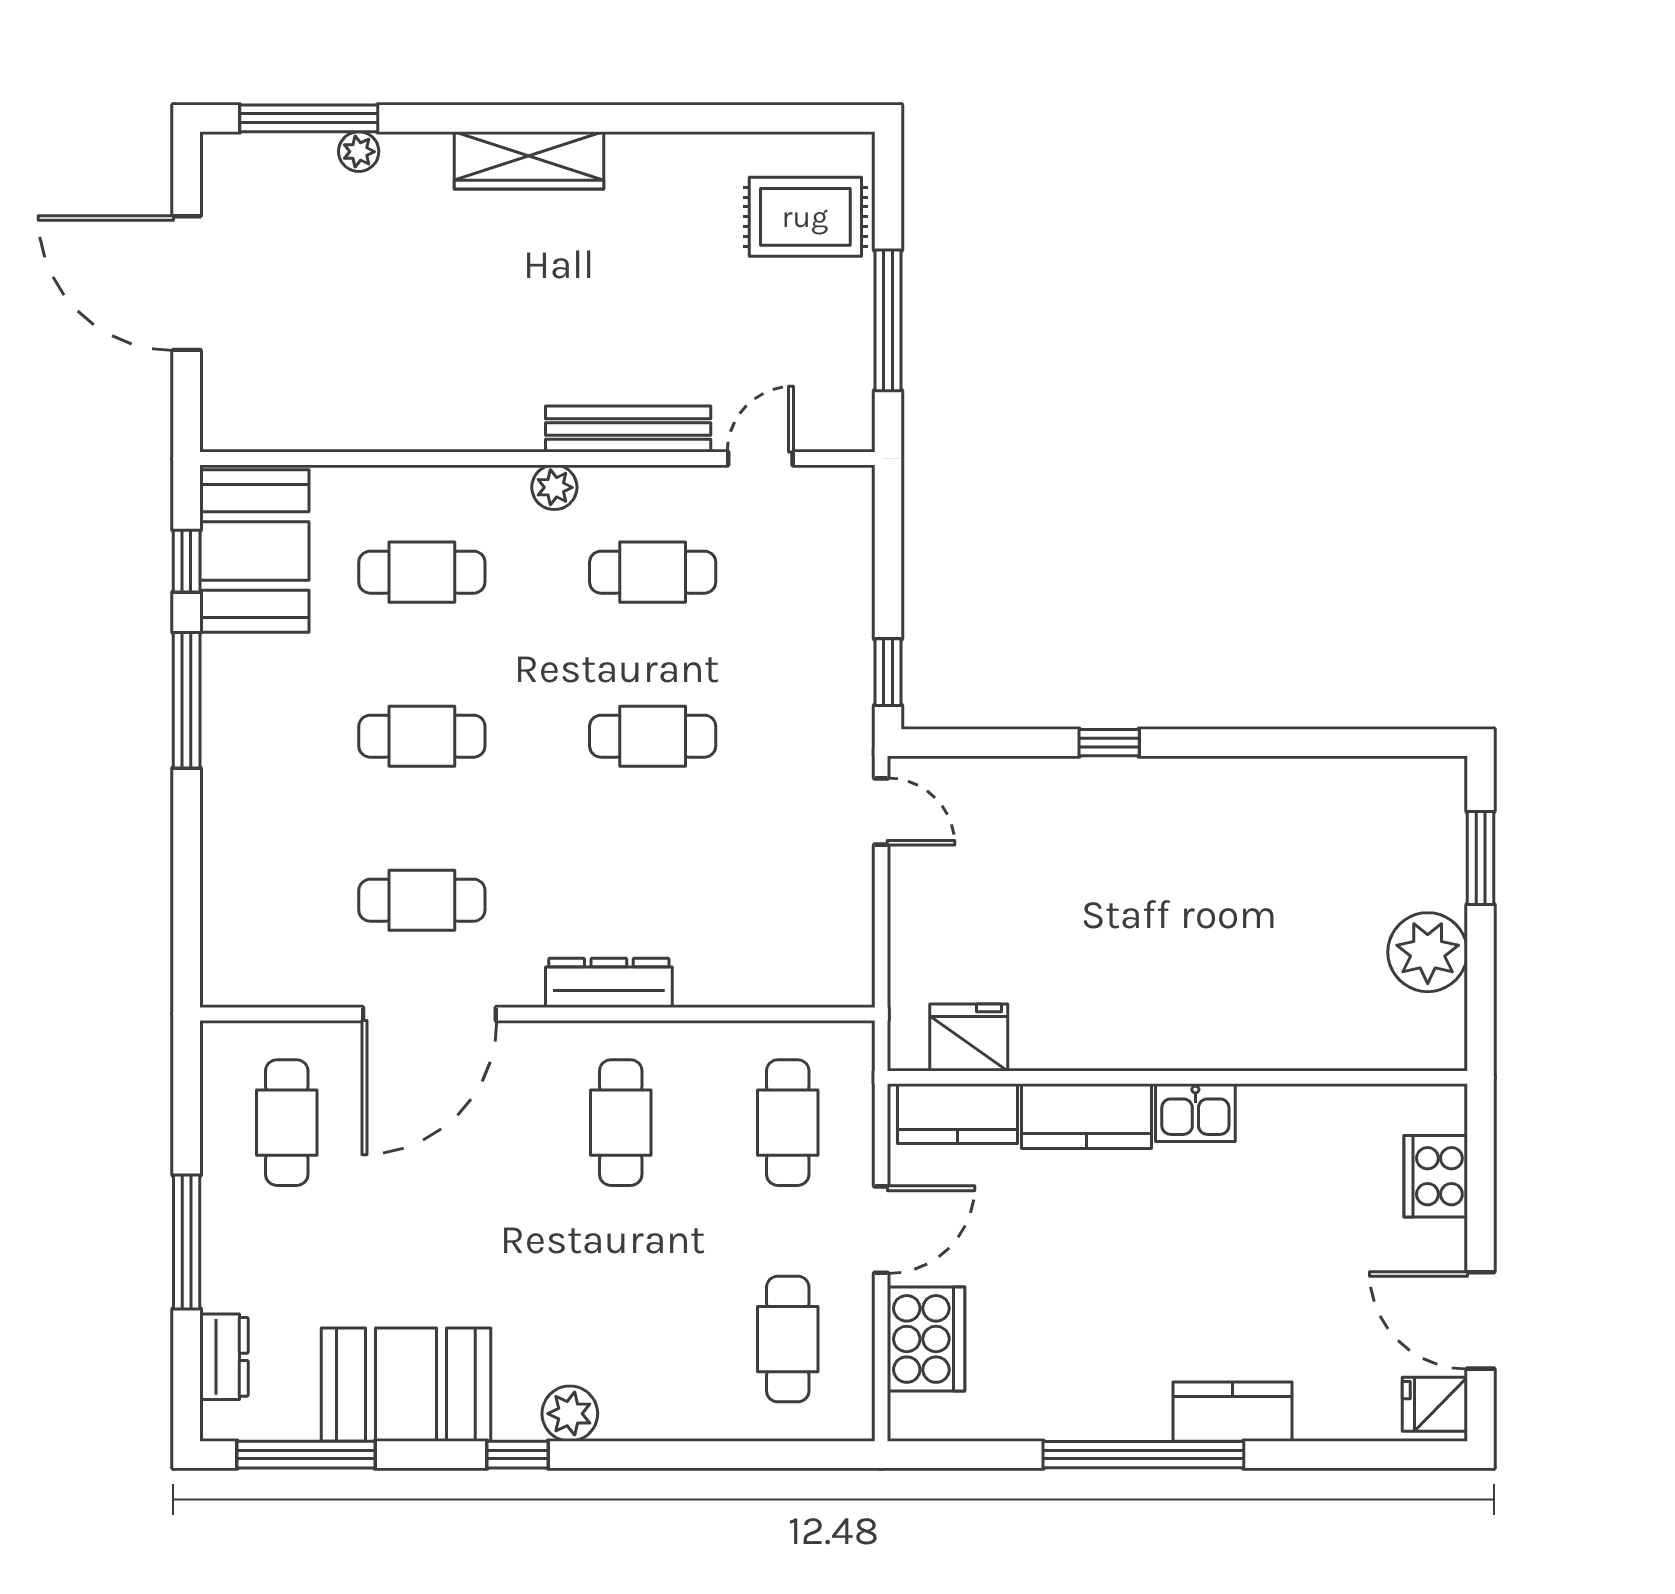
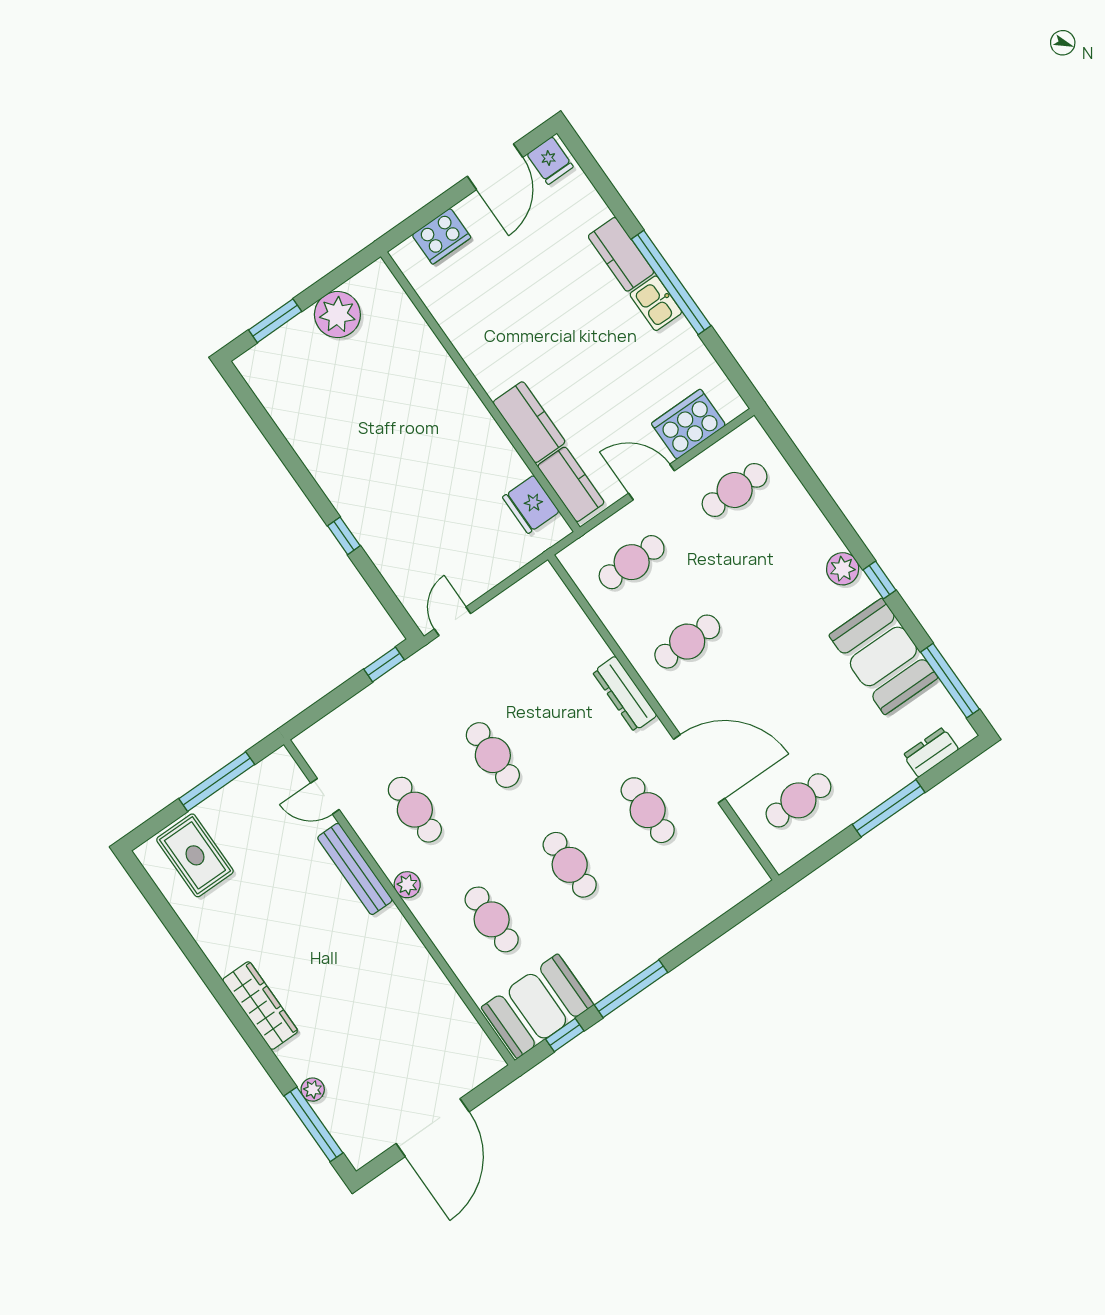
kitchen sink: (1195, 1113) -> (656, 303), moved, turned 180

